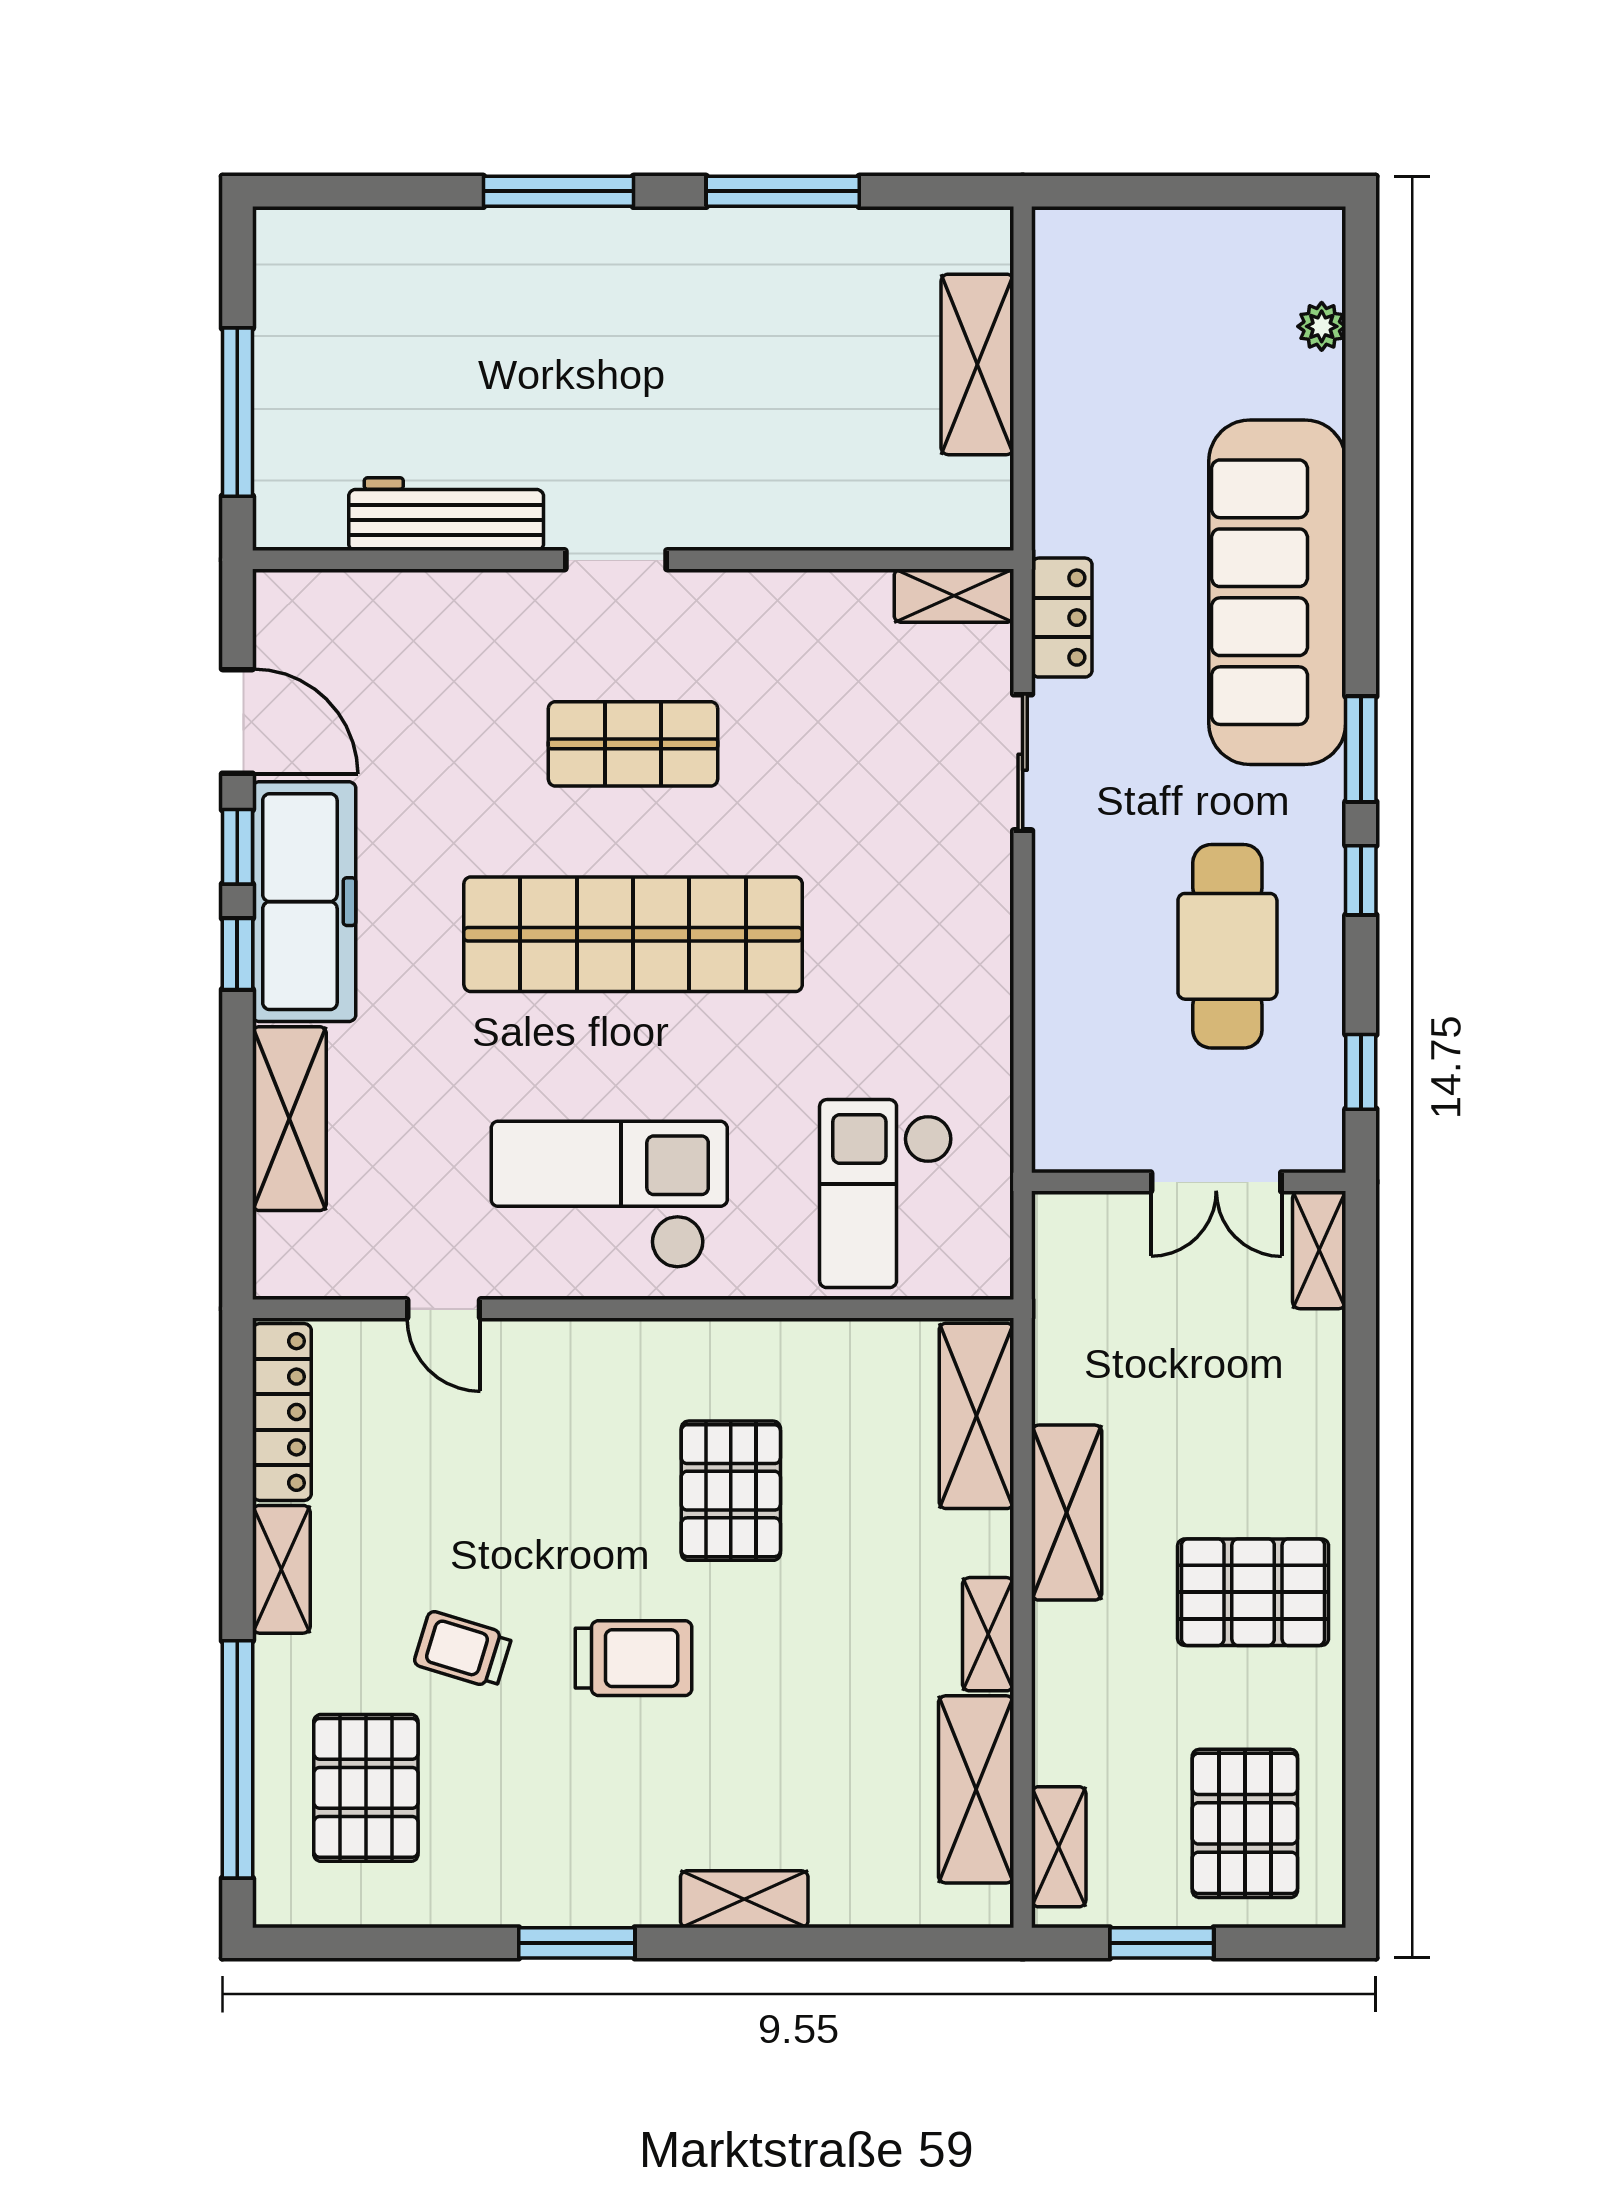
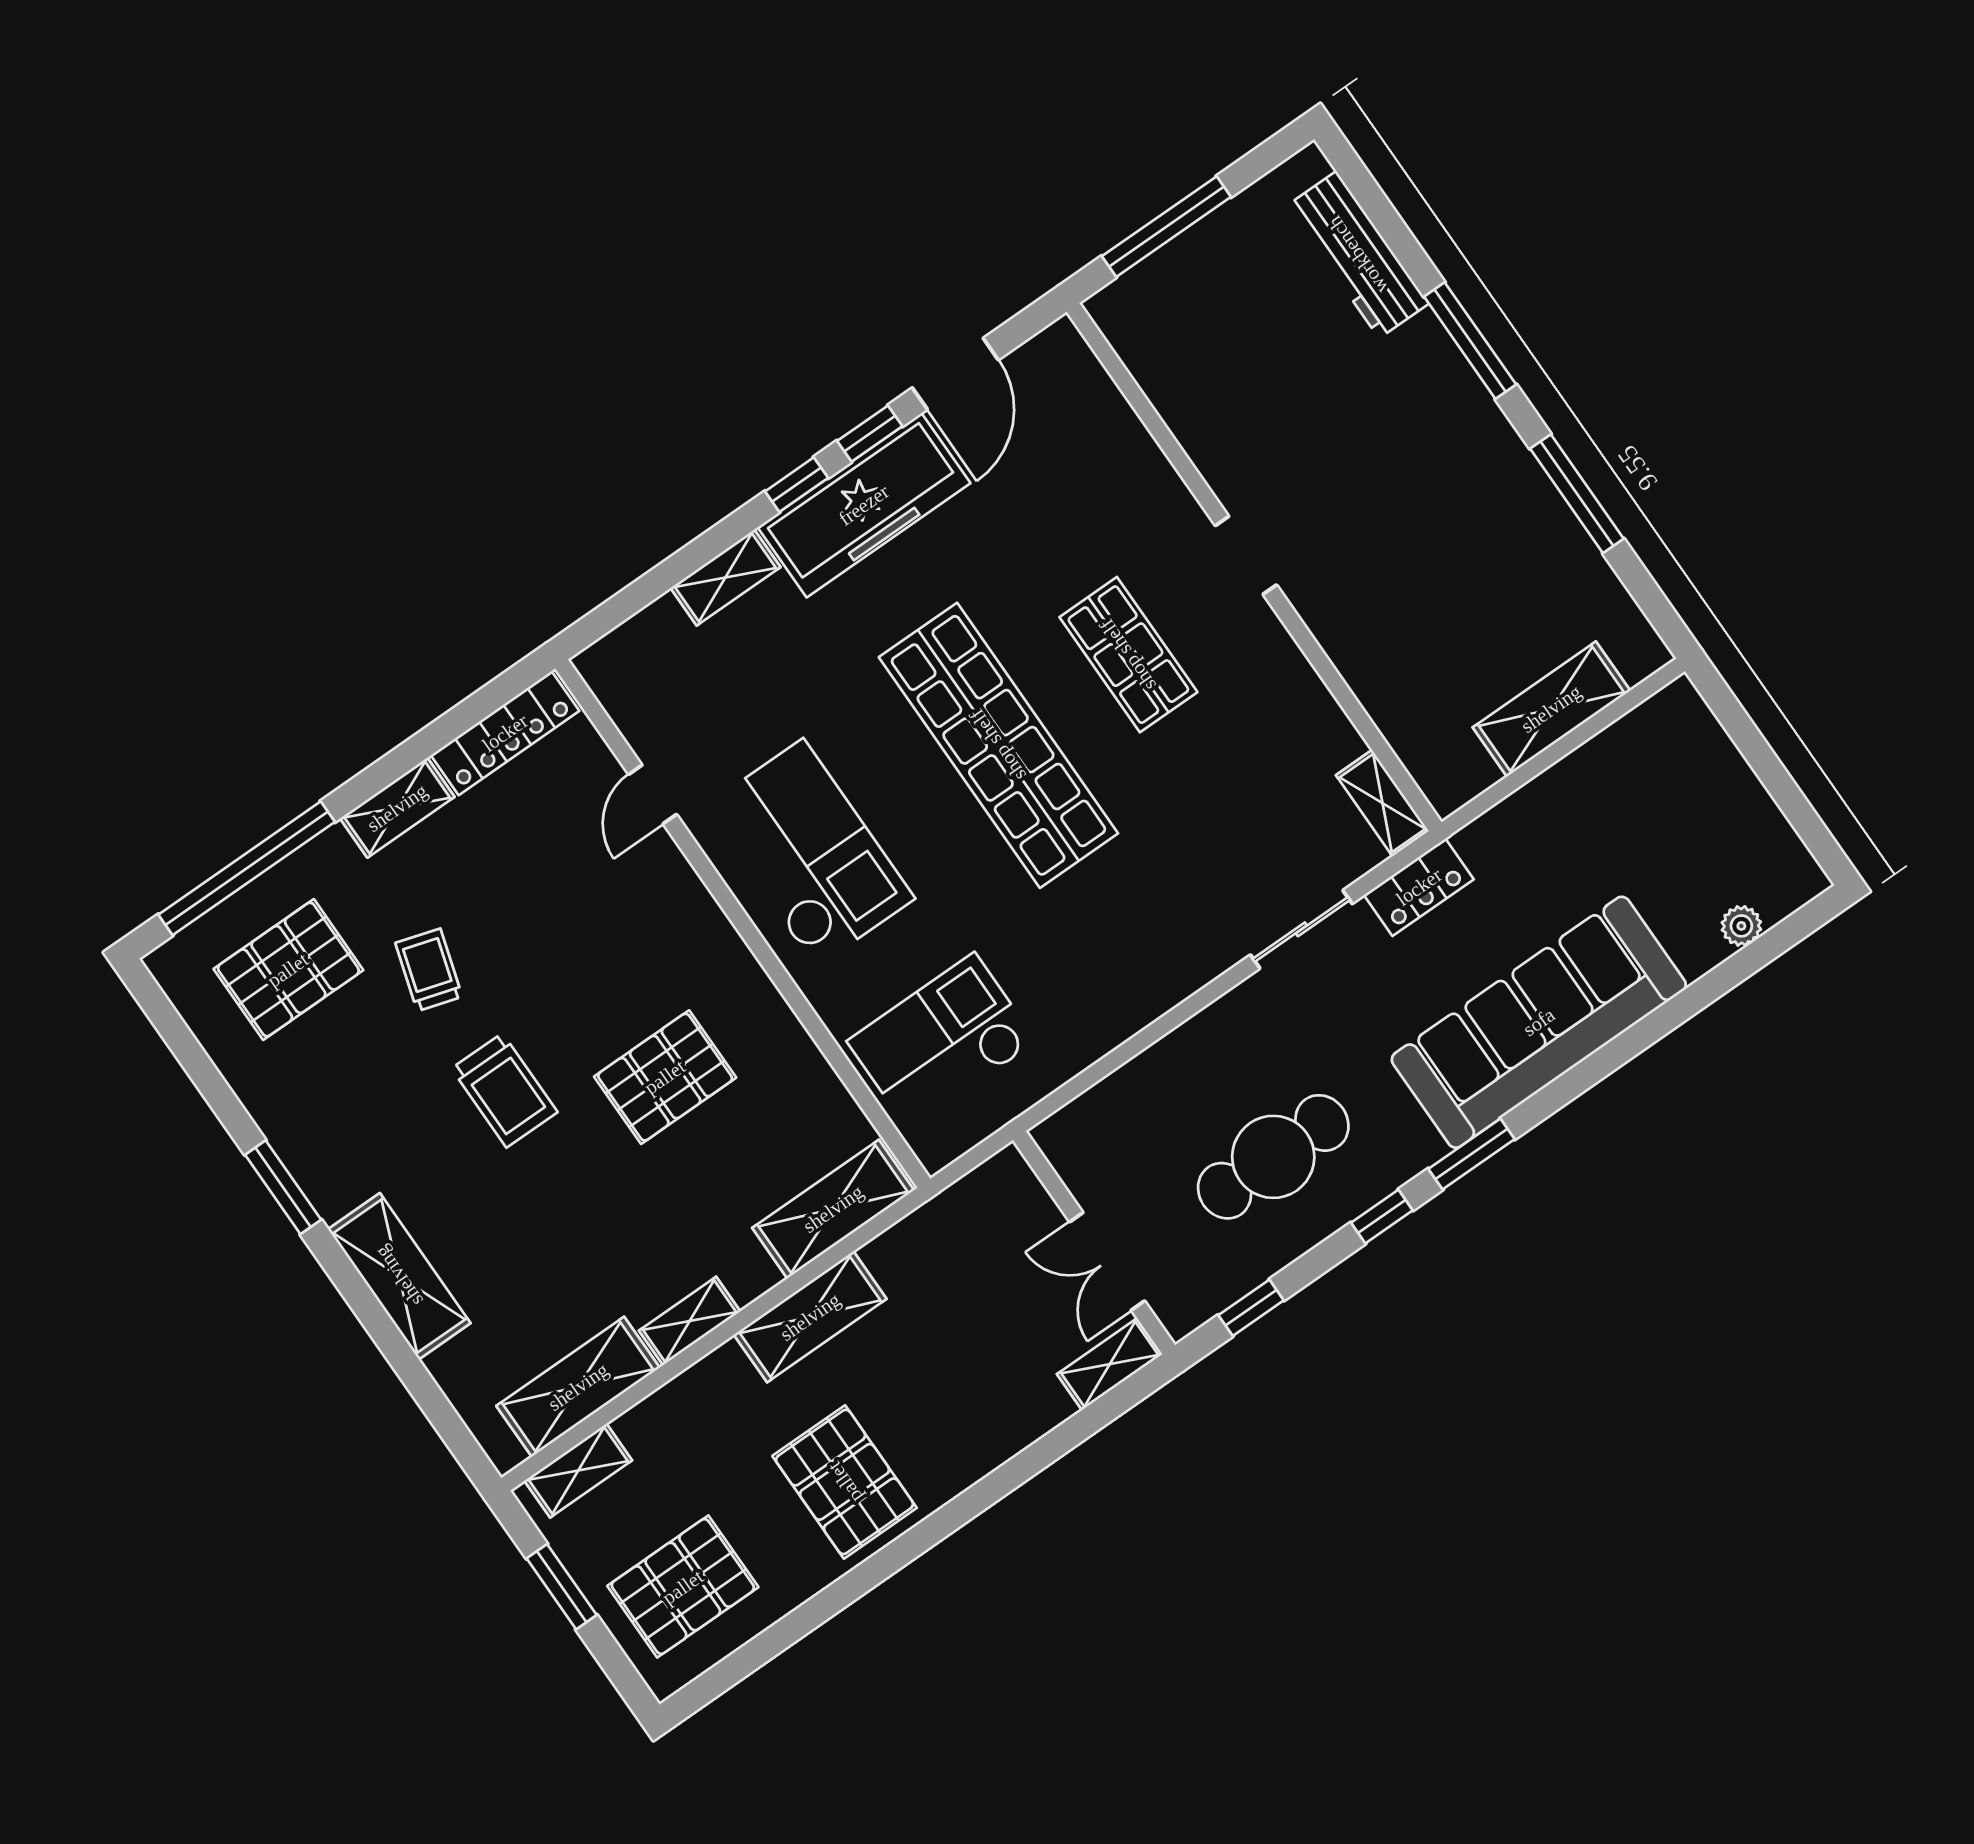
workbench: (446, 514) -> (1358, 255), moved, turned 180
shelving: (289, 1119) -> (725, 578), width x0.67, depth x0.75
shelving: (744, 1899) -> (399, 1276), width x1.50, depth x1.33

